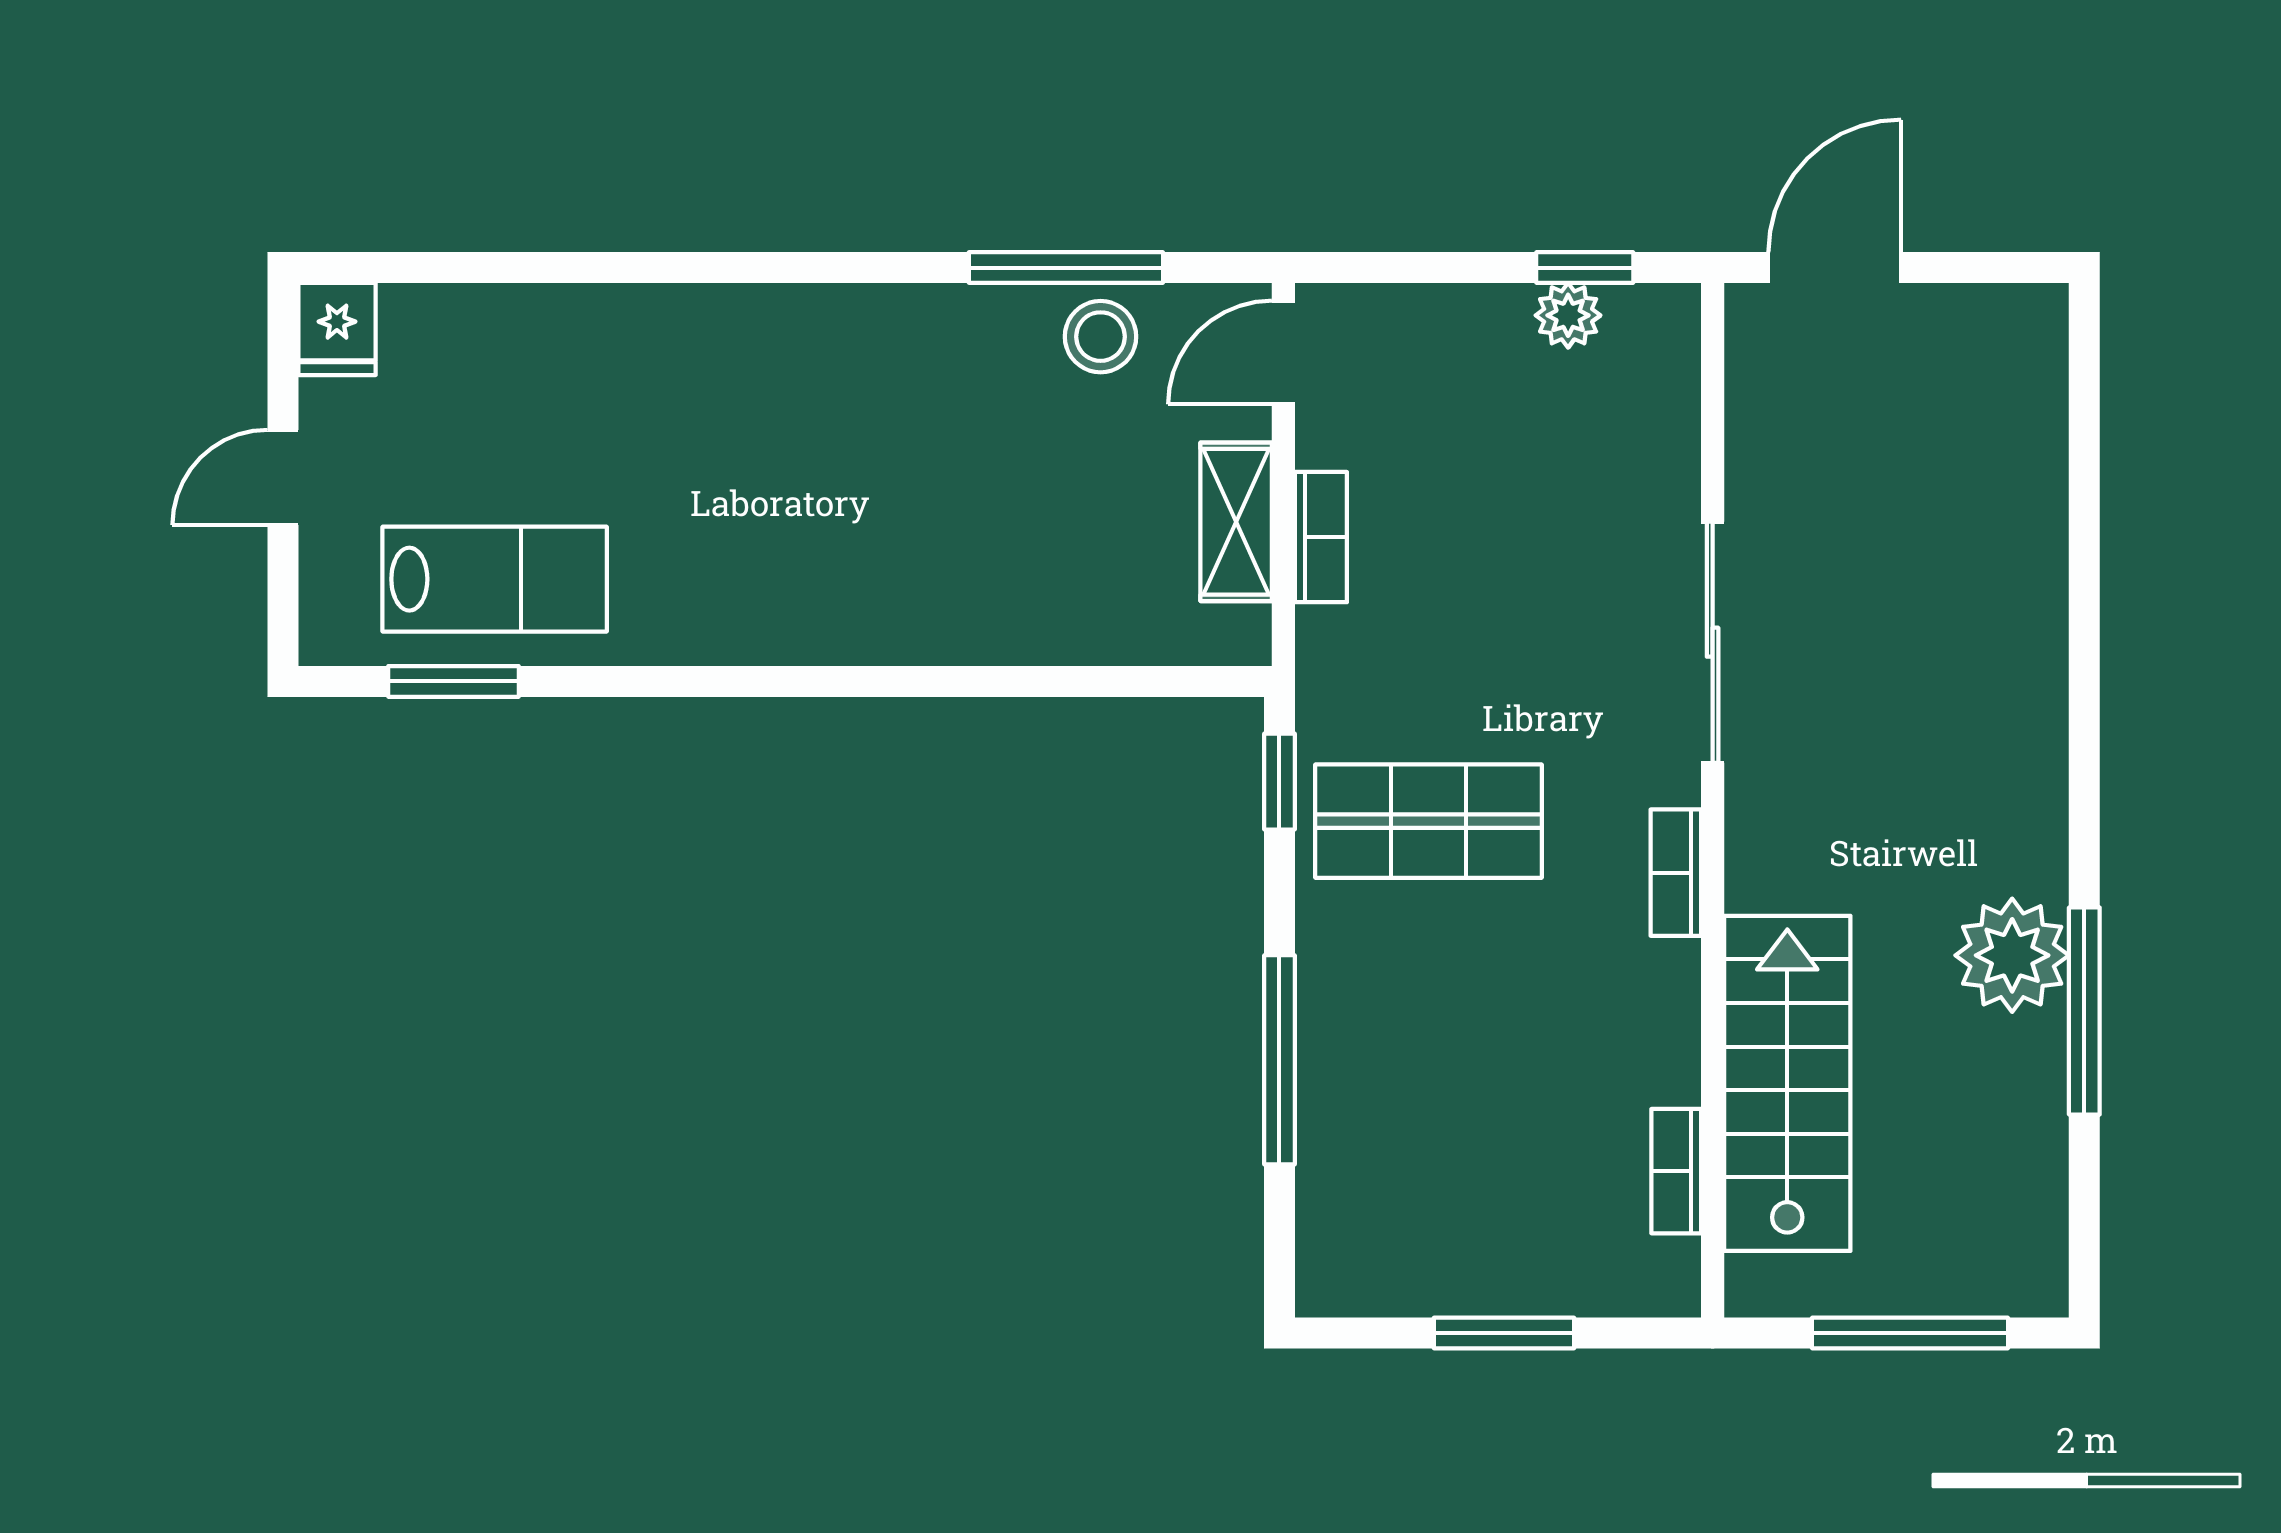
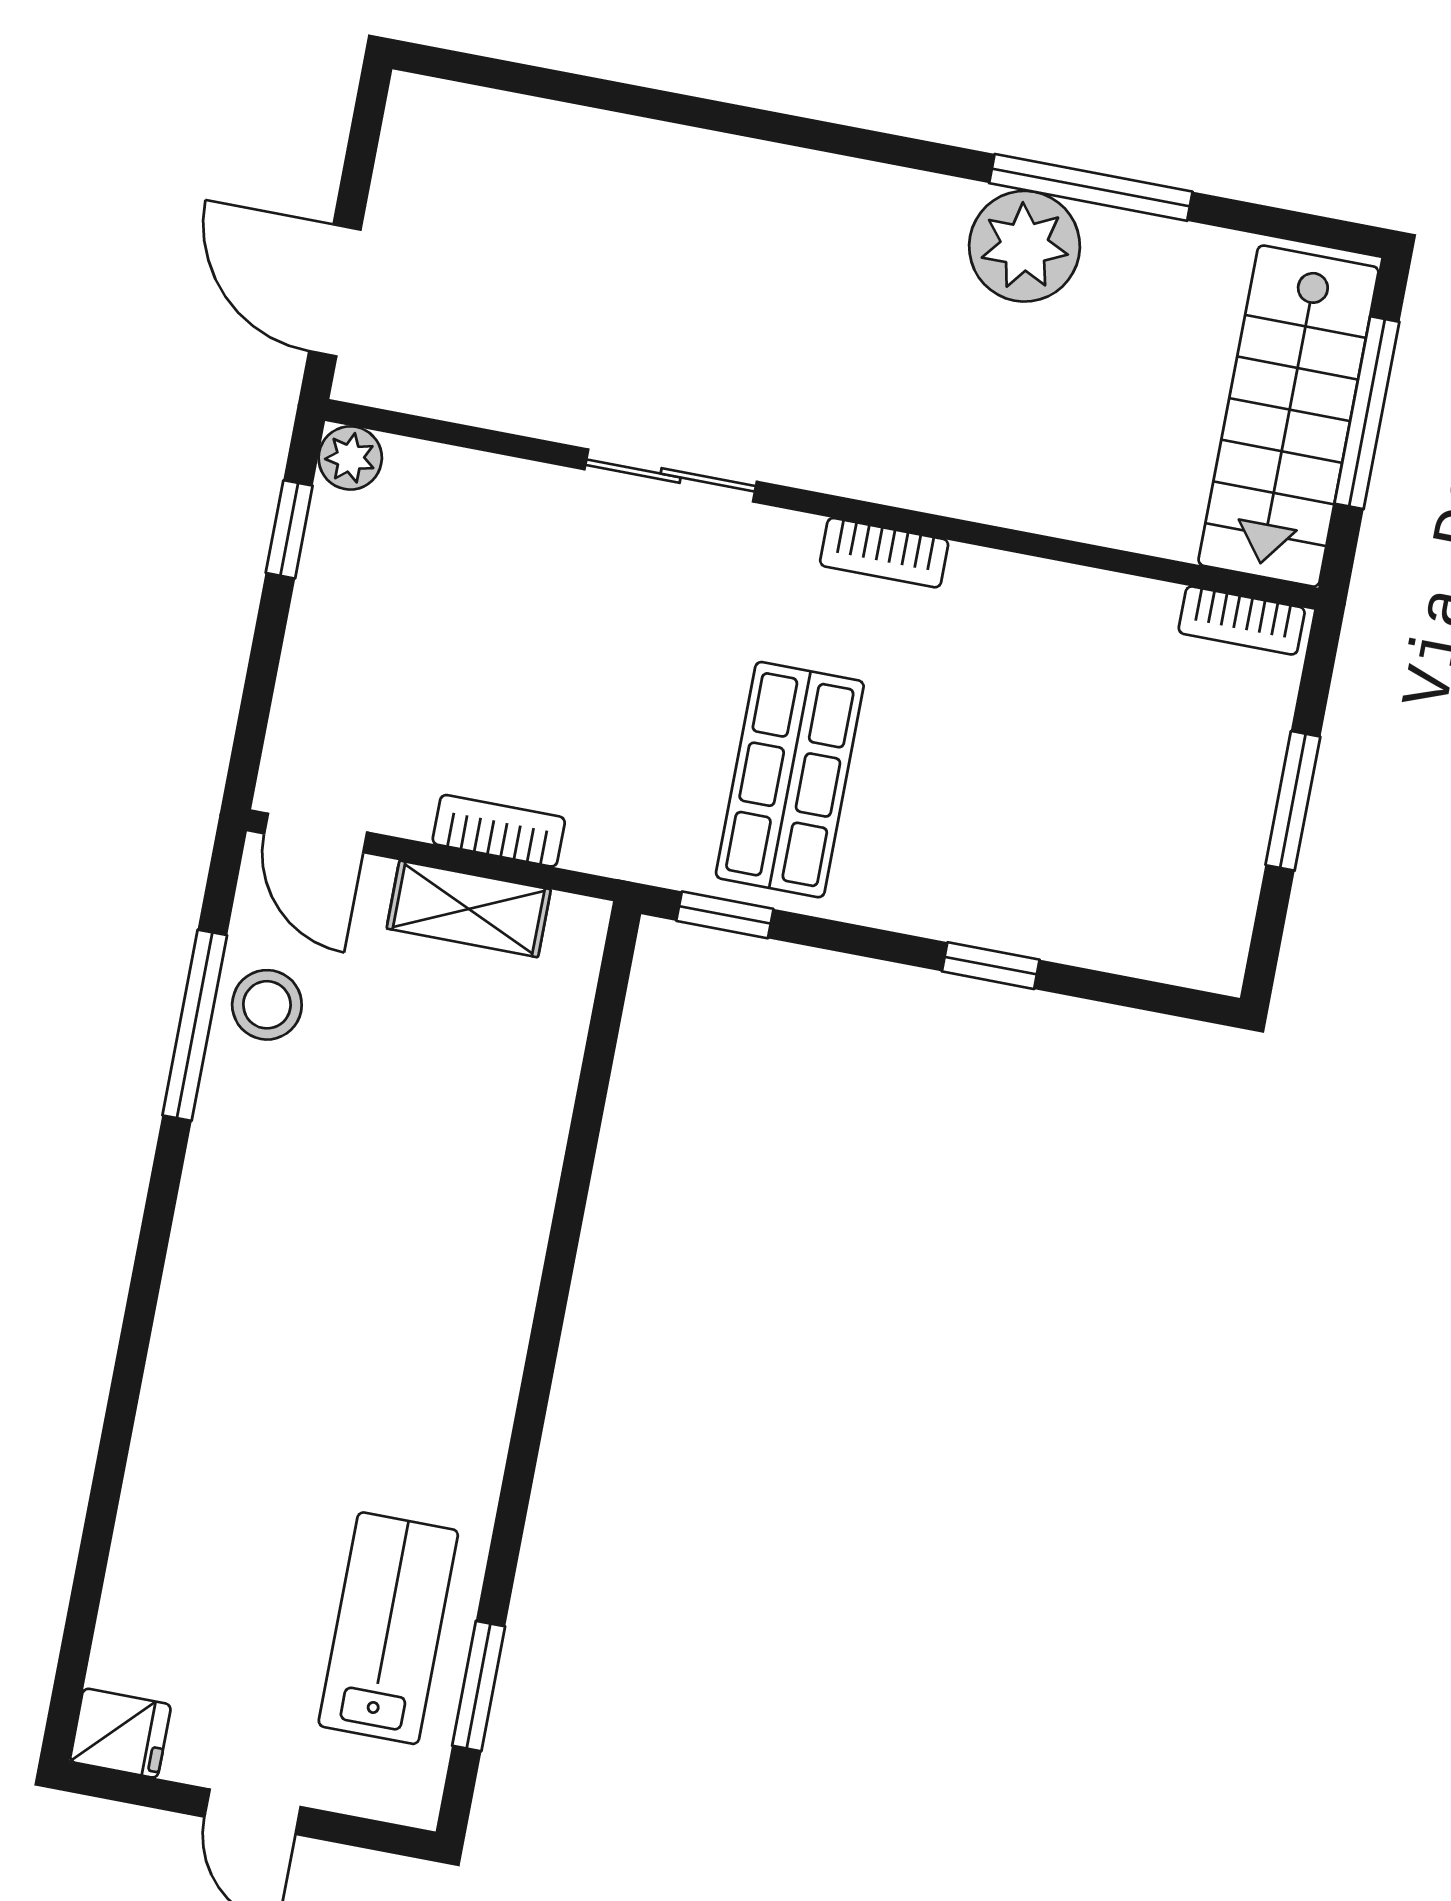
plant: (1568, 315) -> (350, 458), moved
sliding door: (1713, 642) -> (671, 476), width x0.73
window: (1279, 1060) -> (991, 966), width x0.46
stairs: (1787, 1083) -> (1288, 416), moved, turned -90
bookcase: (1676, 1171) -> (1242, 620), moved

